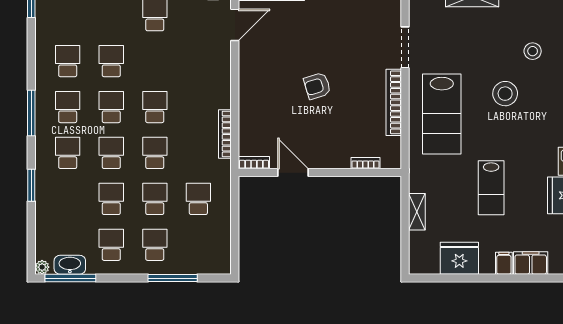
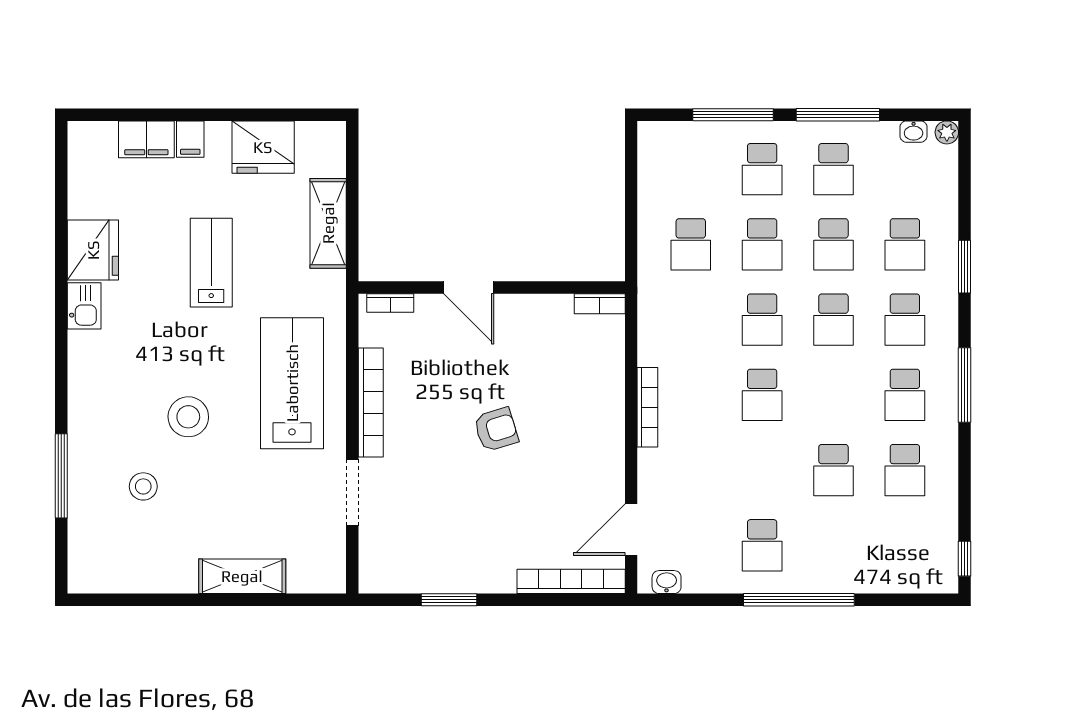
school desk: (111, 107) -> (905, 244), moved
bookcase: (225, 134) -> (647, 407), moved
bookcase: (365, 163) -> (390, 303), moved
door: (293, 173) -> (469, 287), moved
shelving: (417, 212) -> (328, 223), width x1.50, depth x1.33
washbasin: (70, 265) -> (914, 132), width x0.52, depth x0.69
window: (70, 278) -> (838, 115), moved

